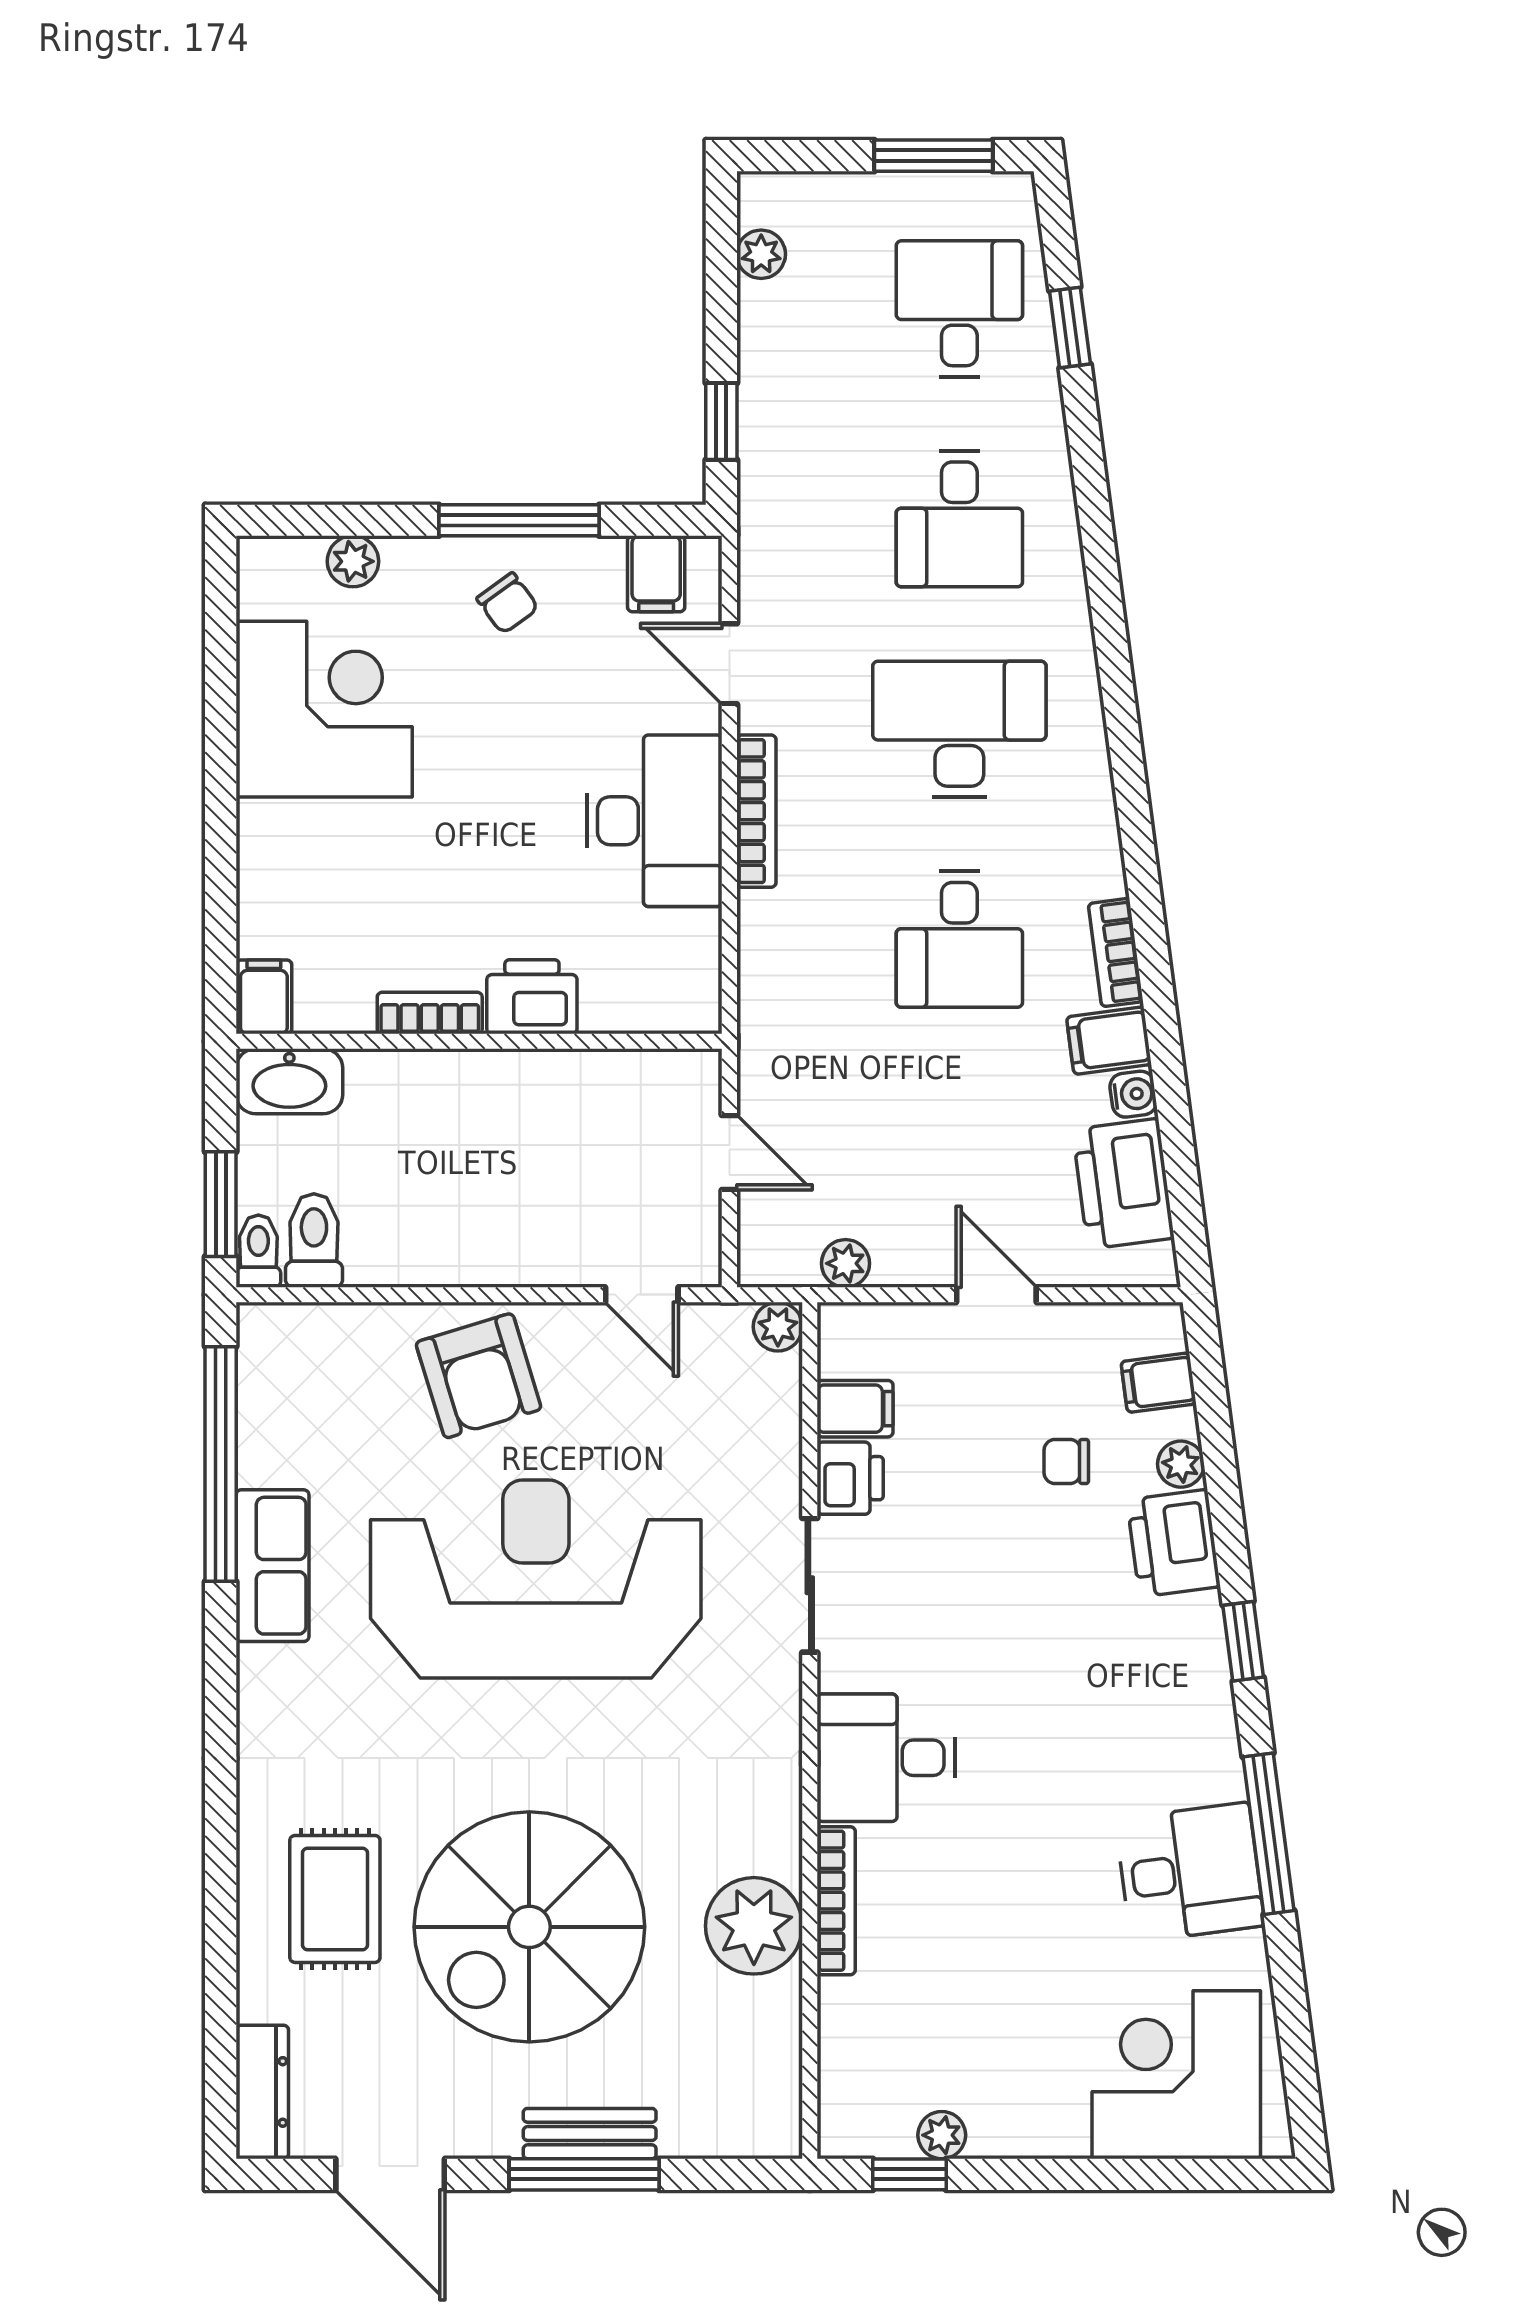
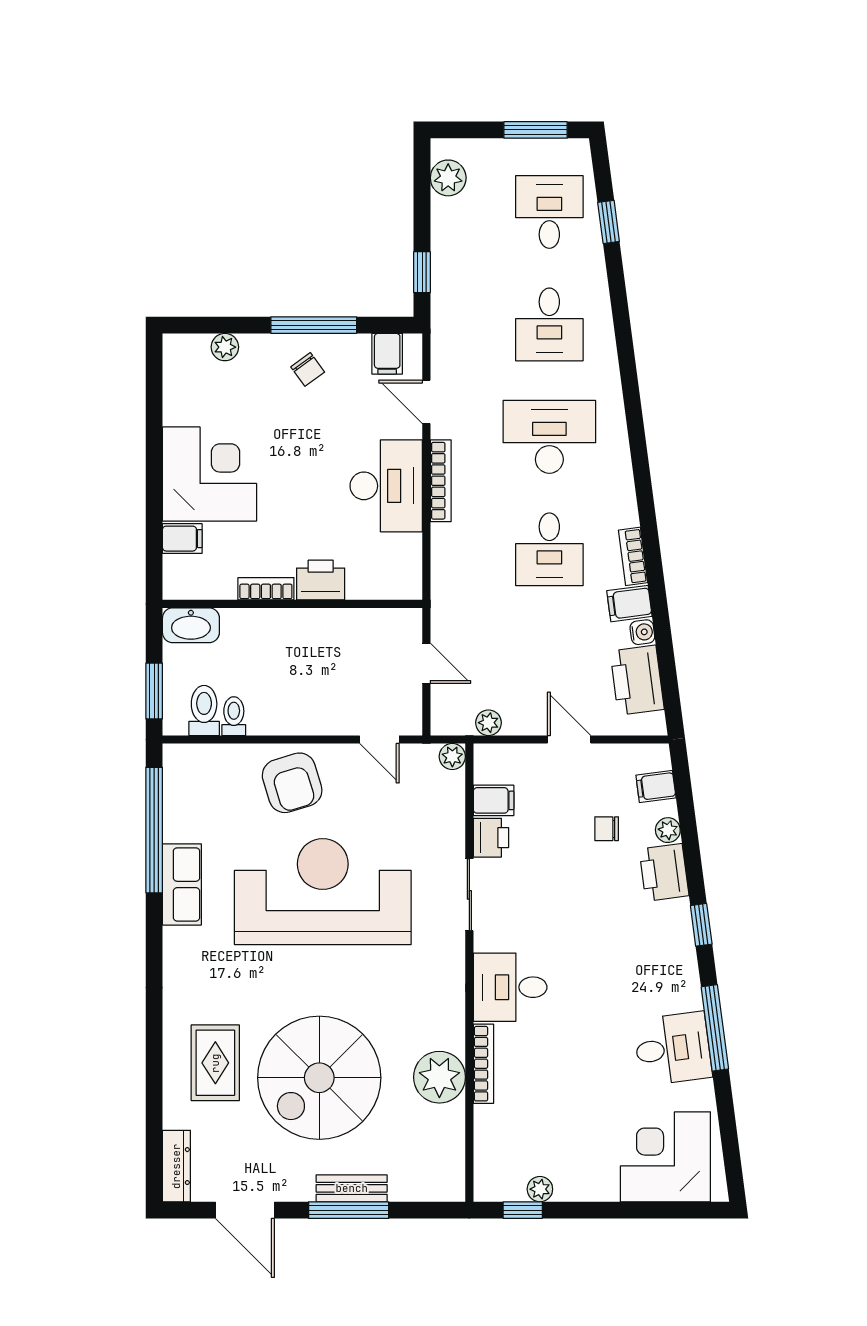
plant: (761, 254) -> (448, 178), width x1.38, depth x1.38
corner desk: (324, 709) -> (209, 474), moved
filing cabinet: (264, 997) -> (182, 539), moved, turned 90
toilet: (258, 1251) -> (234, 716), moved

